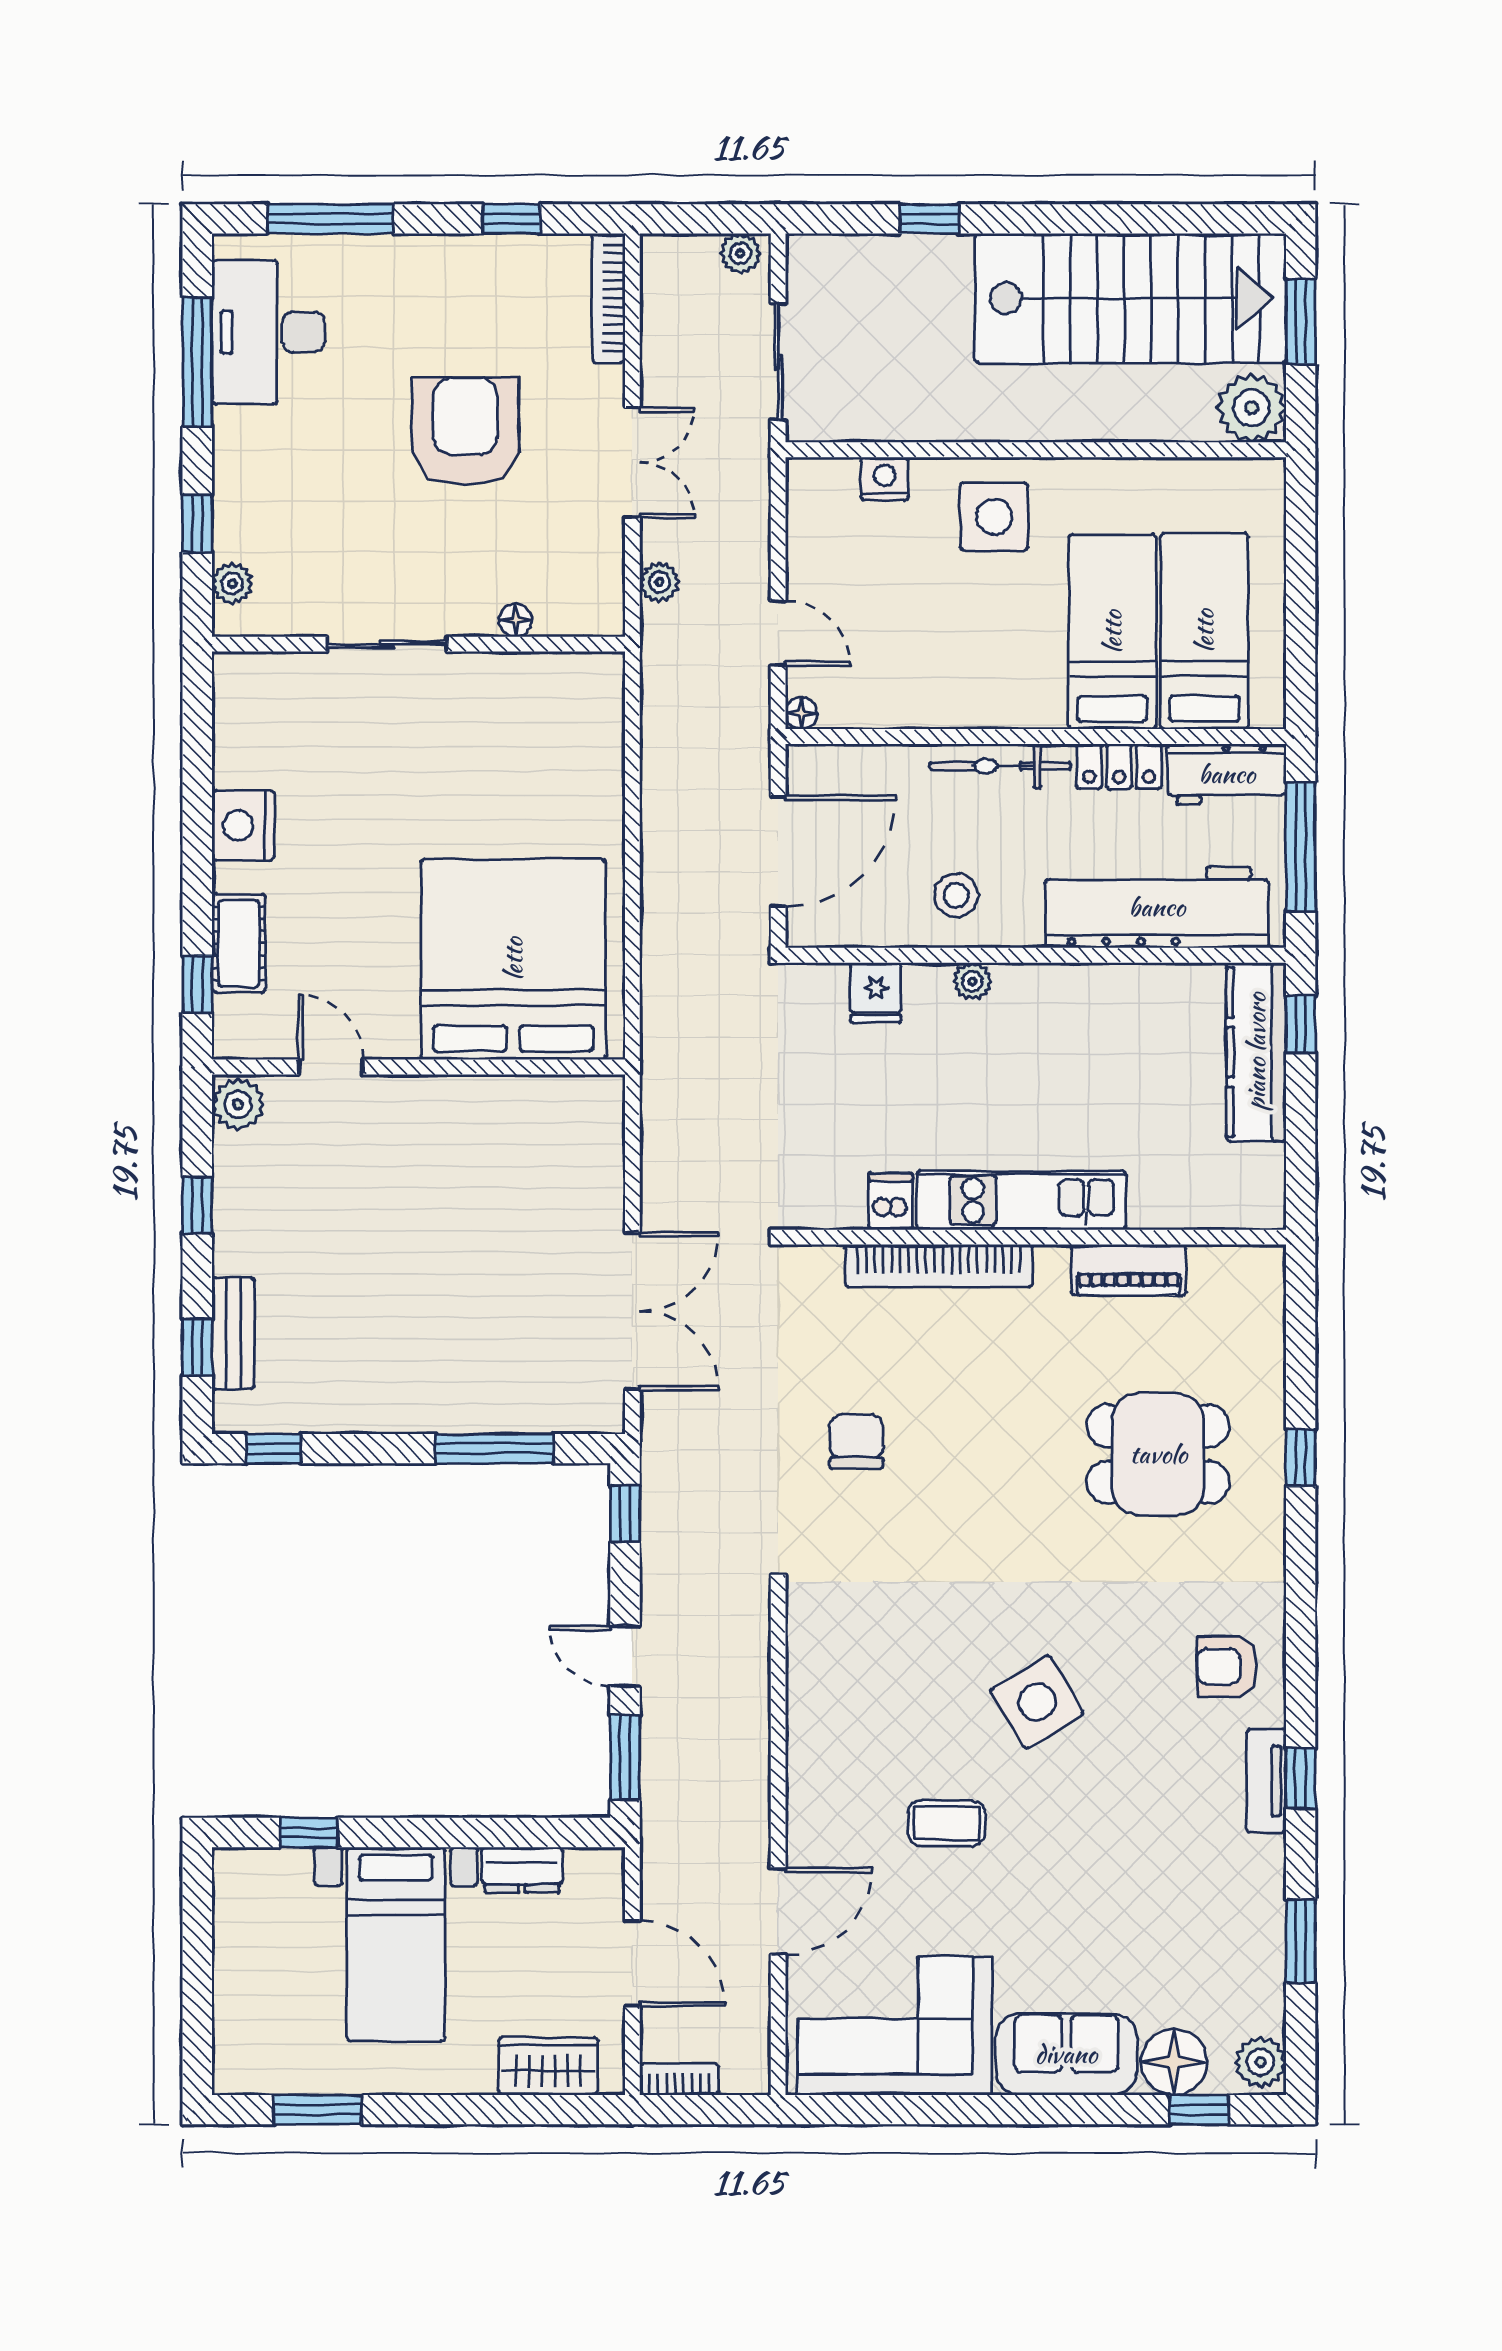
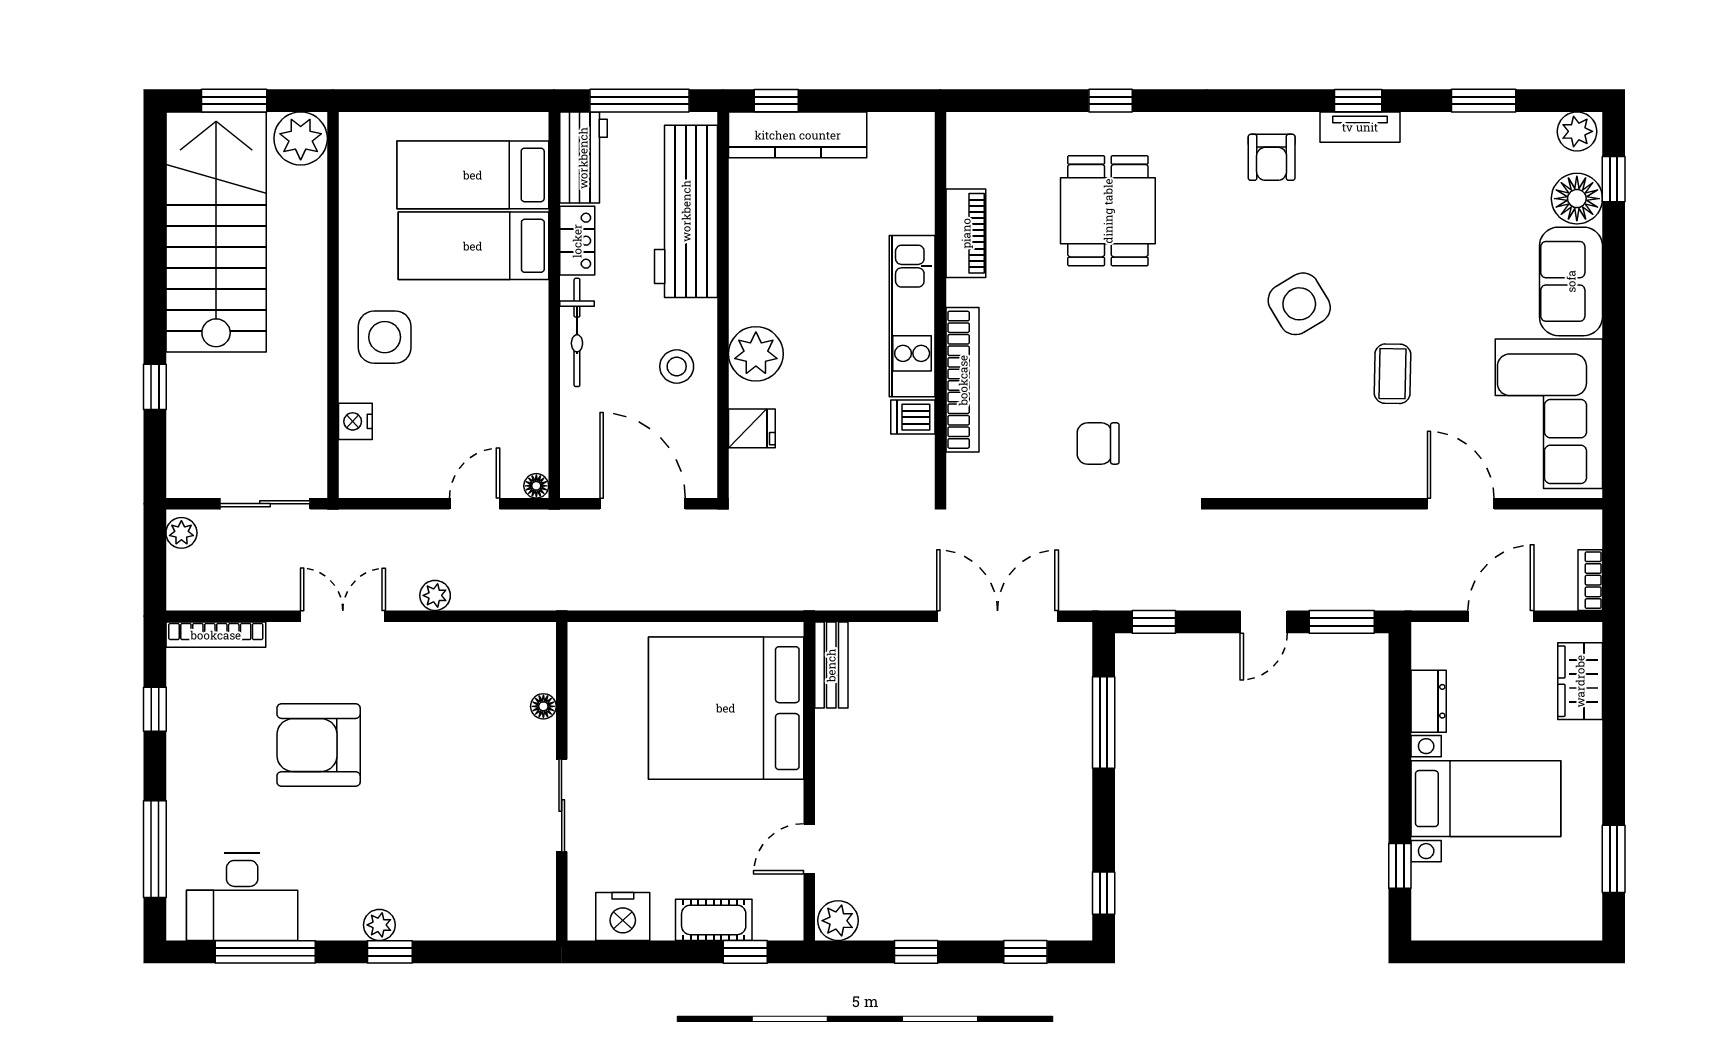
plant: (232, 584) -> (379, 925), moved
floor lamp: (516, 620) -> (543, 706), moved
sliding door: (387, 644) -> (562, 805), moved
wall: (418, 644) -> (562, 781), moved
plant: (972, 981) -> (756, 354), width x1.88, depth x1.88
bench: (233, 1333) -> (831, 665), moved, turned 90

